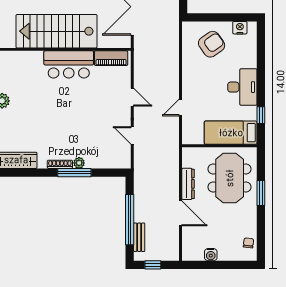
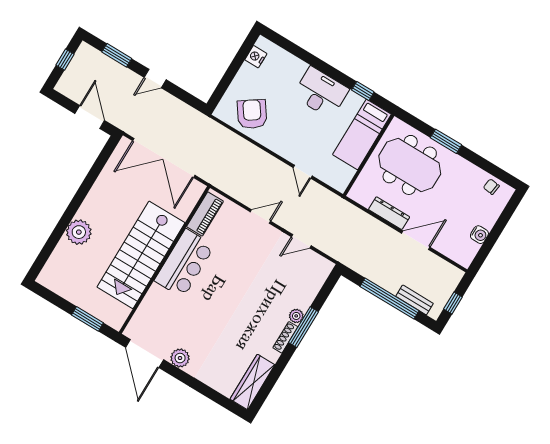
armchair: (212, 44) -> (252, 114), moved

